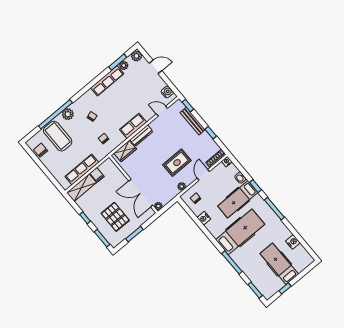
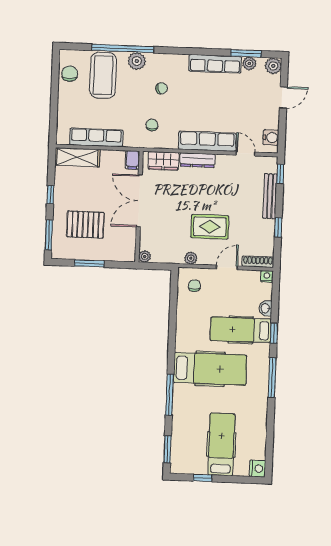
door: (155, 67) -> (283, 97), hinge flipped
row of seats: (133, 126) -> (207, 141), width x1.48
filing cabinet: (97, 175) -> (132, 160), moved
double door: (141, 193) -> (139, 201), moved
pallet: (115, 217) -> (85, 225), turned 90
nightstand: (204, 218) -> (183, 316), removed
nightstand: (293, 242) -> (257, 469), moved

